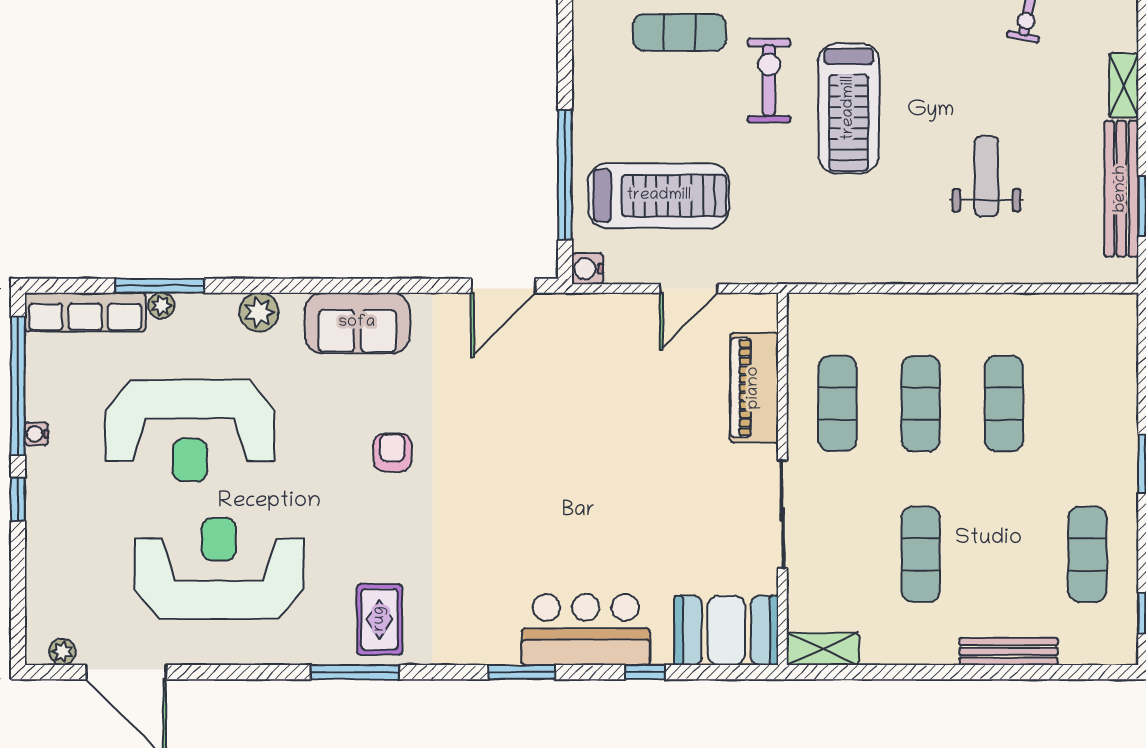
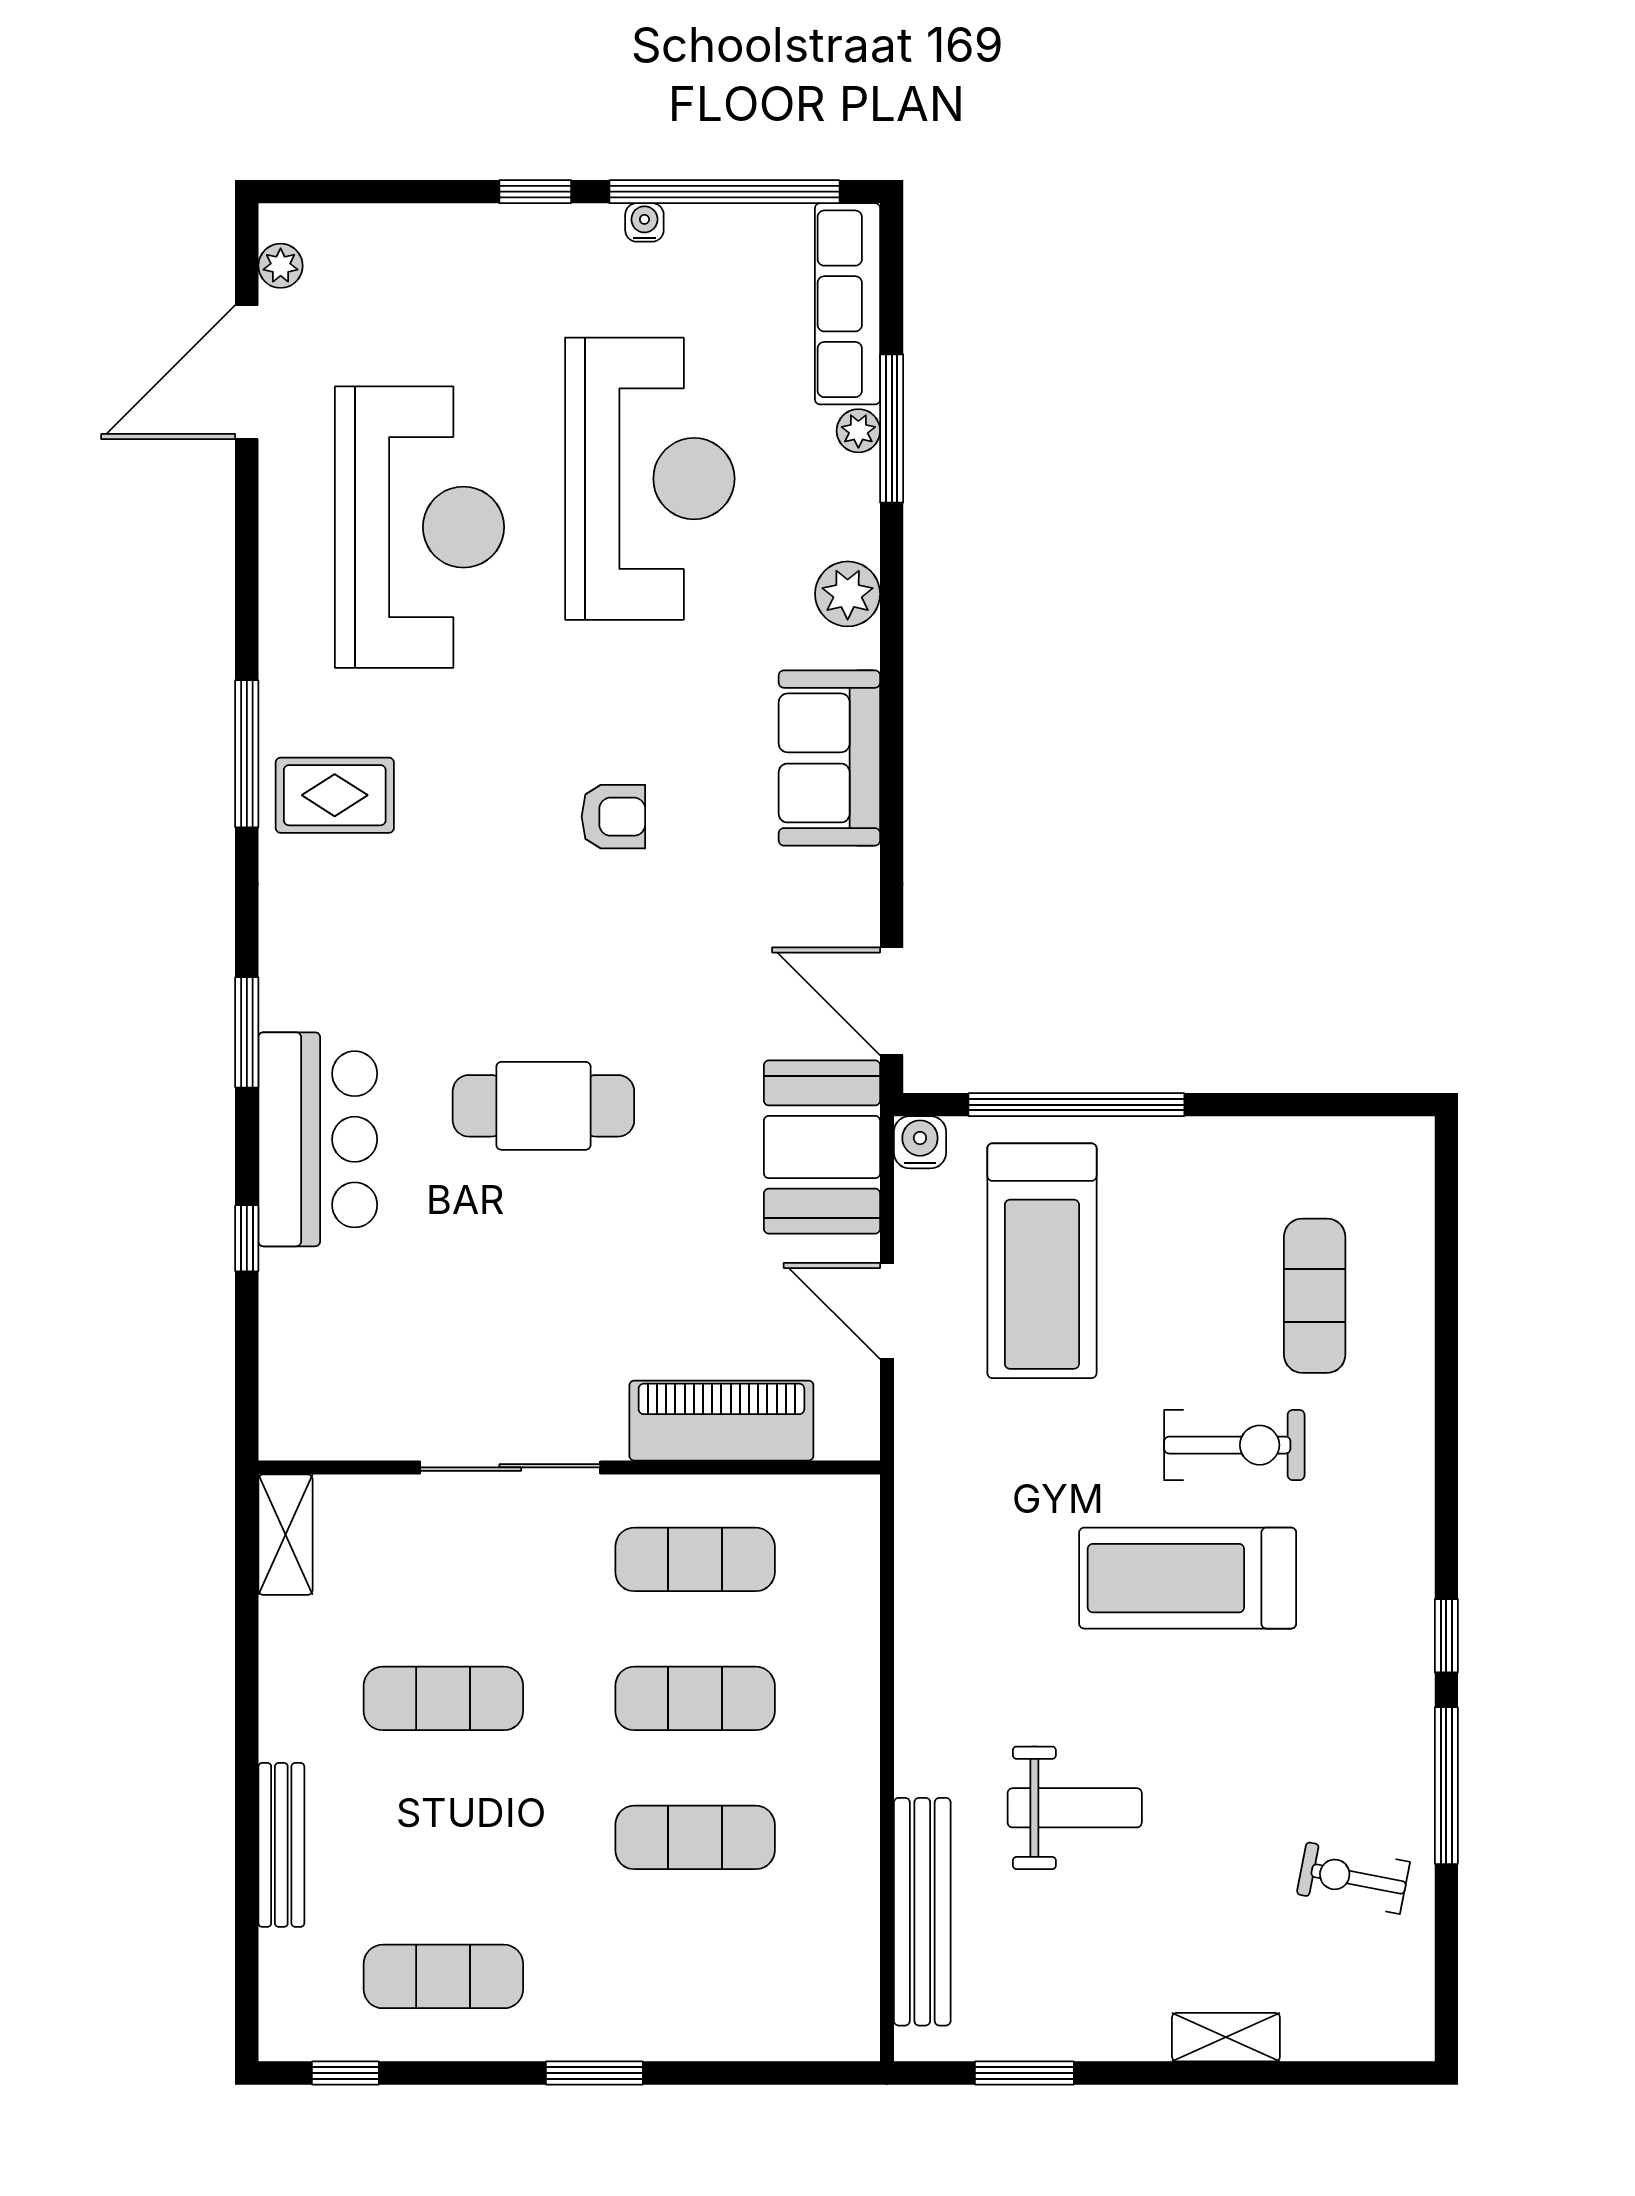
bench: (1121, 189) -> (922, 1912), moved, turned 90
reception desk: (190, 431) -> (650, 479), turned 180
cafe table: (566, 494) -> (543, 1106), added
booth: (726, 630) -> (822, 1147), moved

